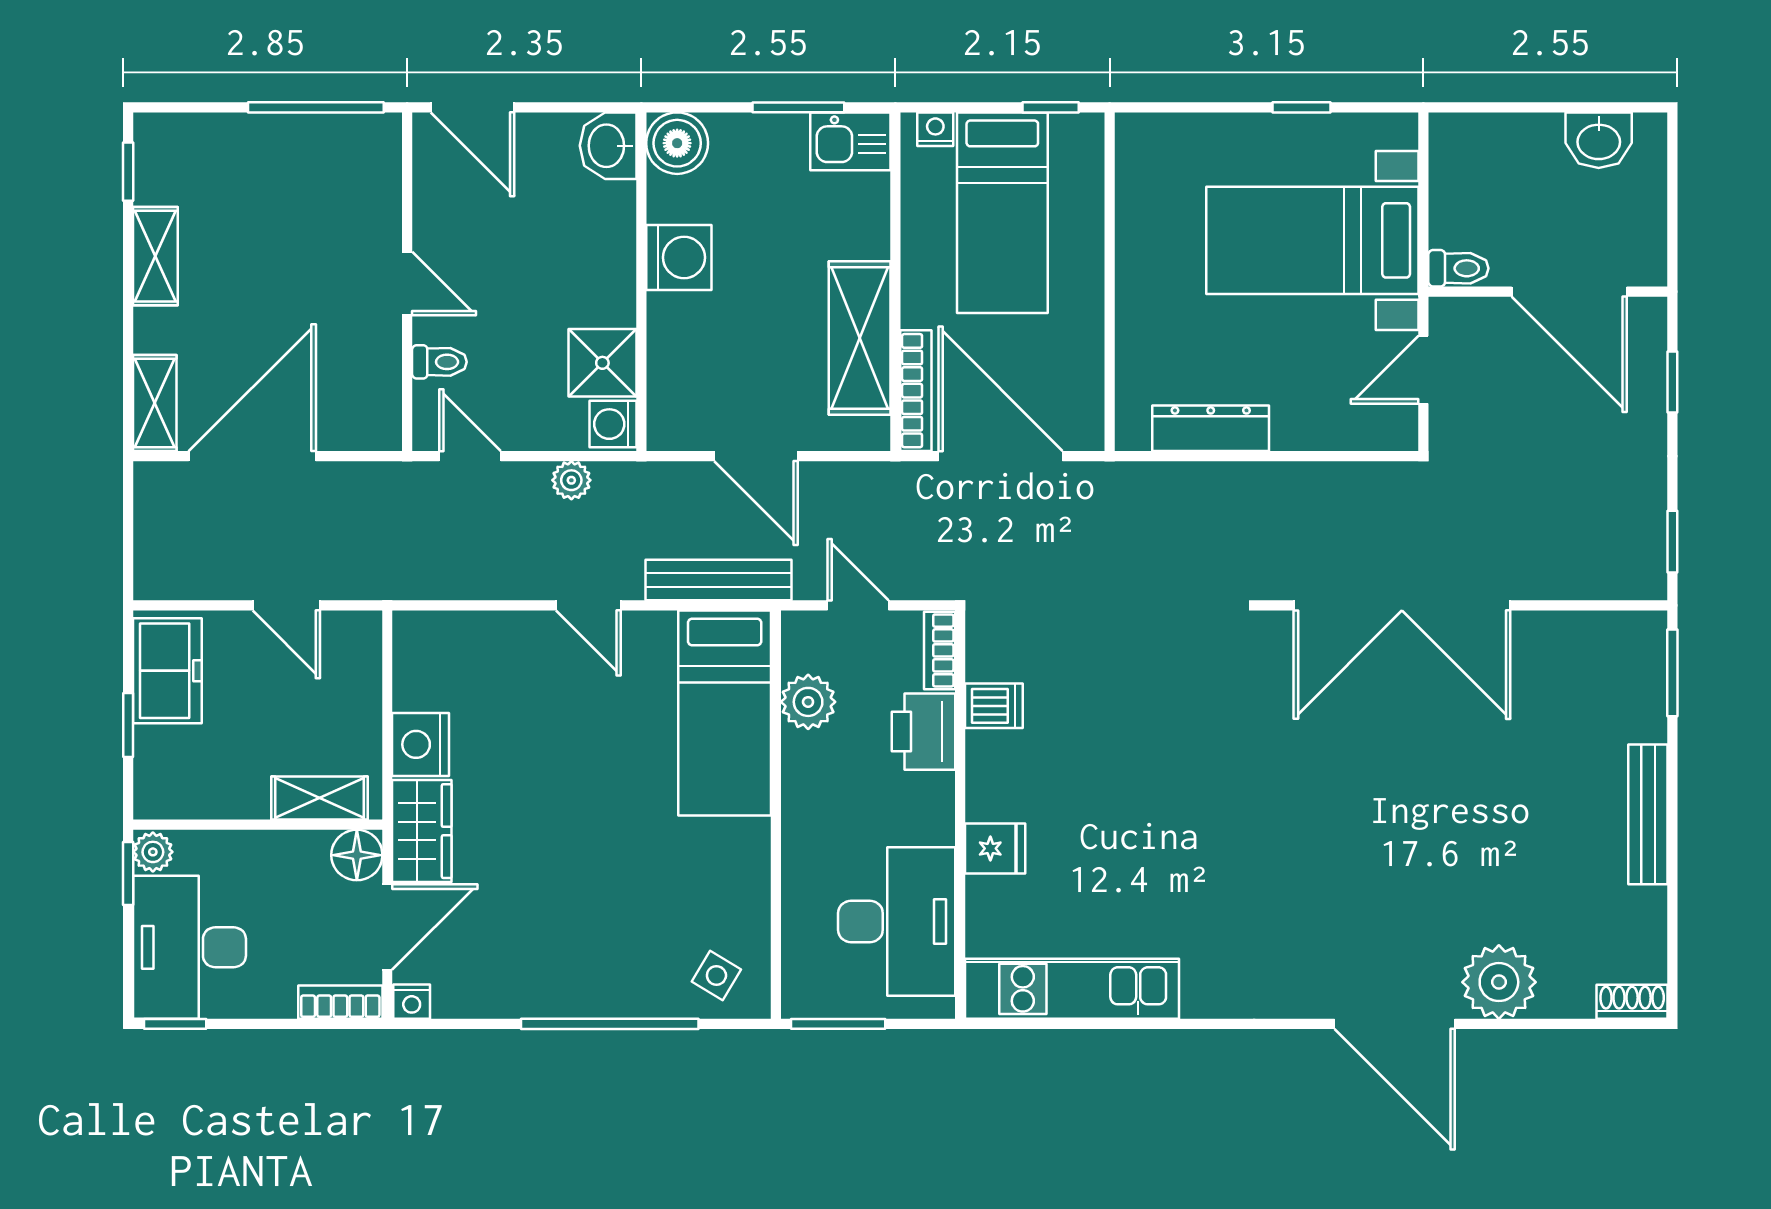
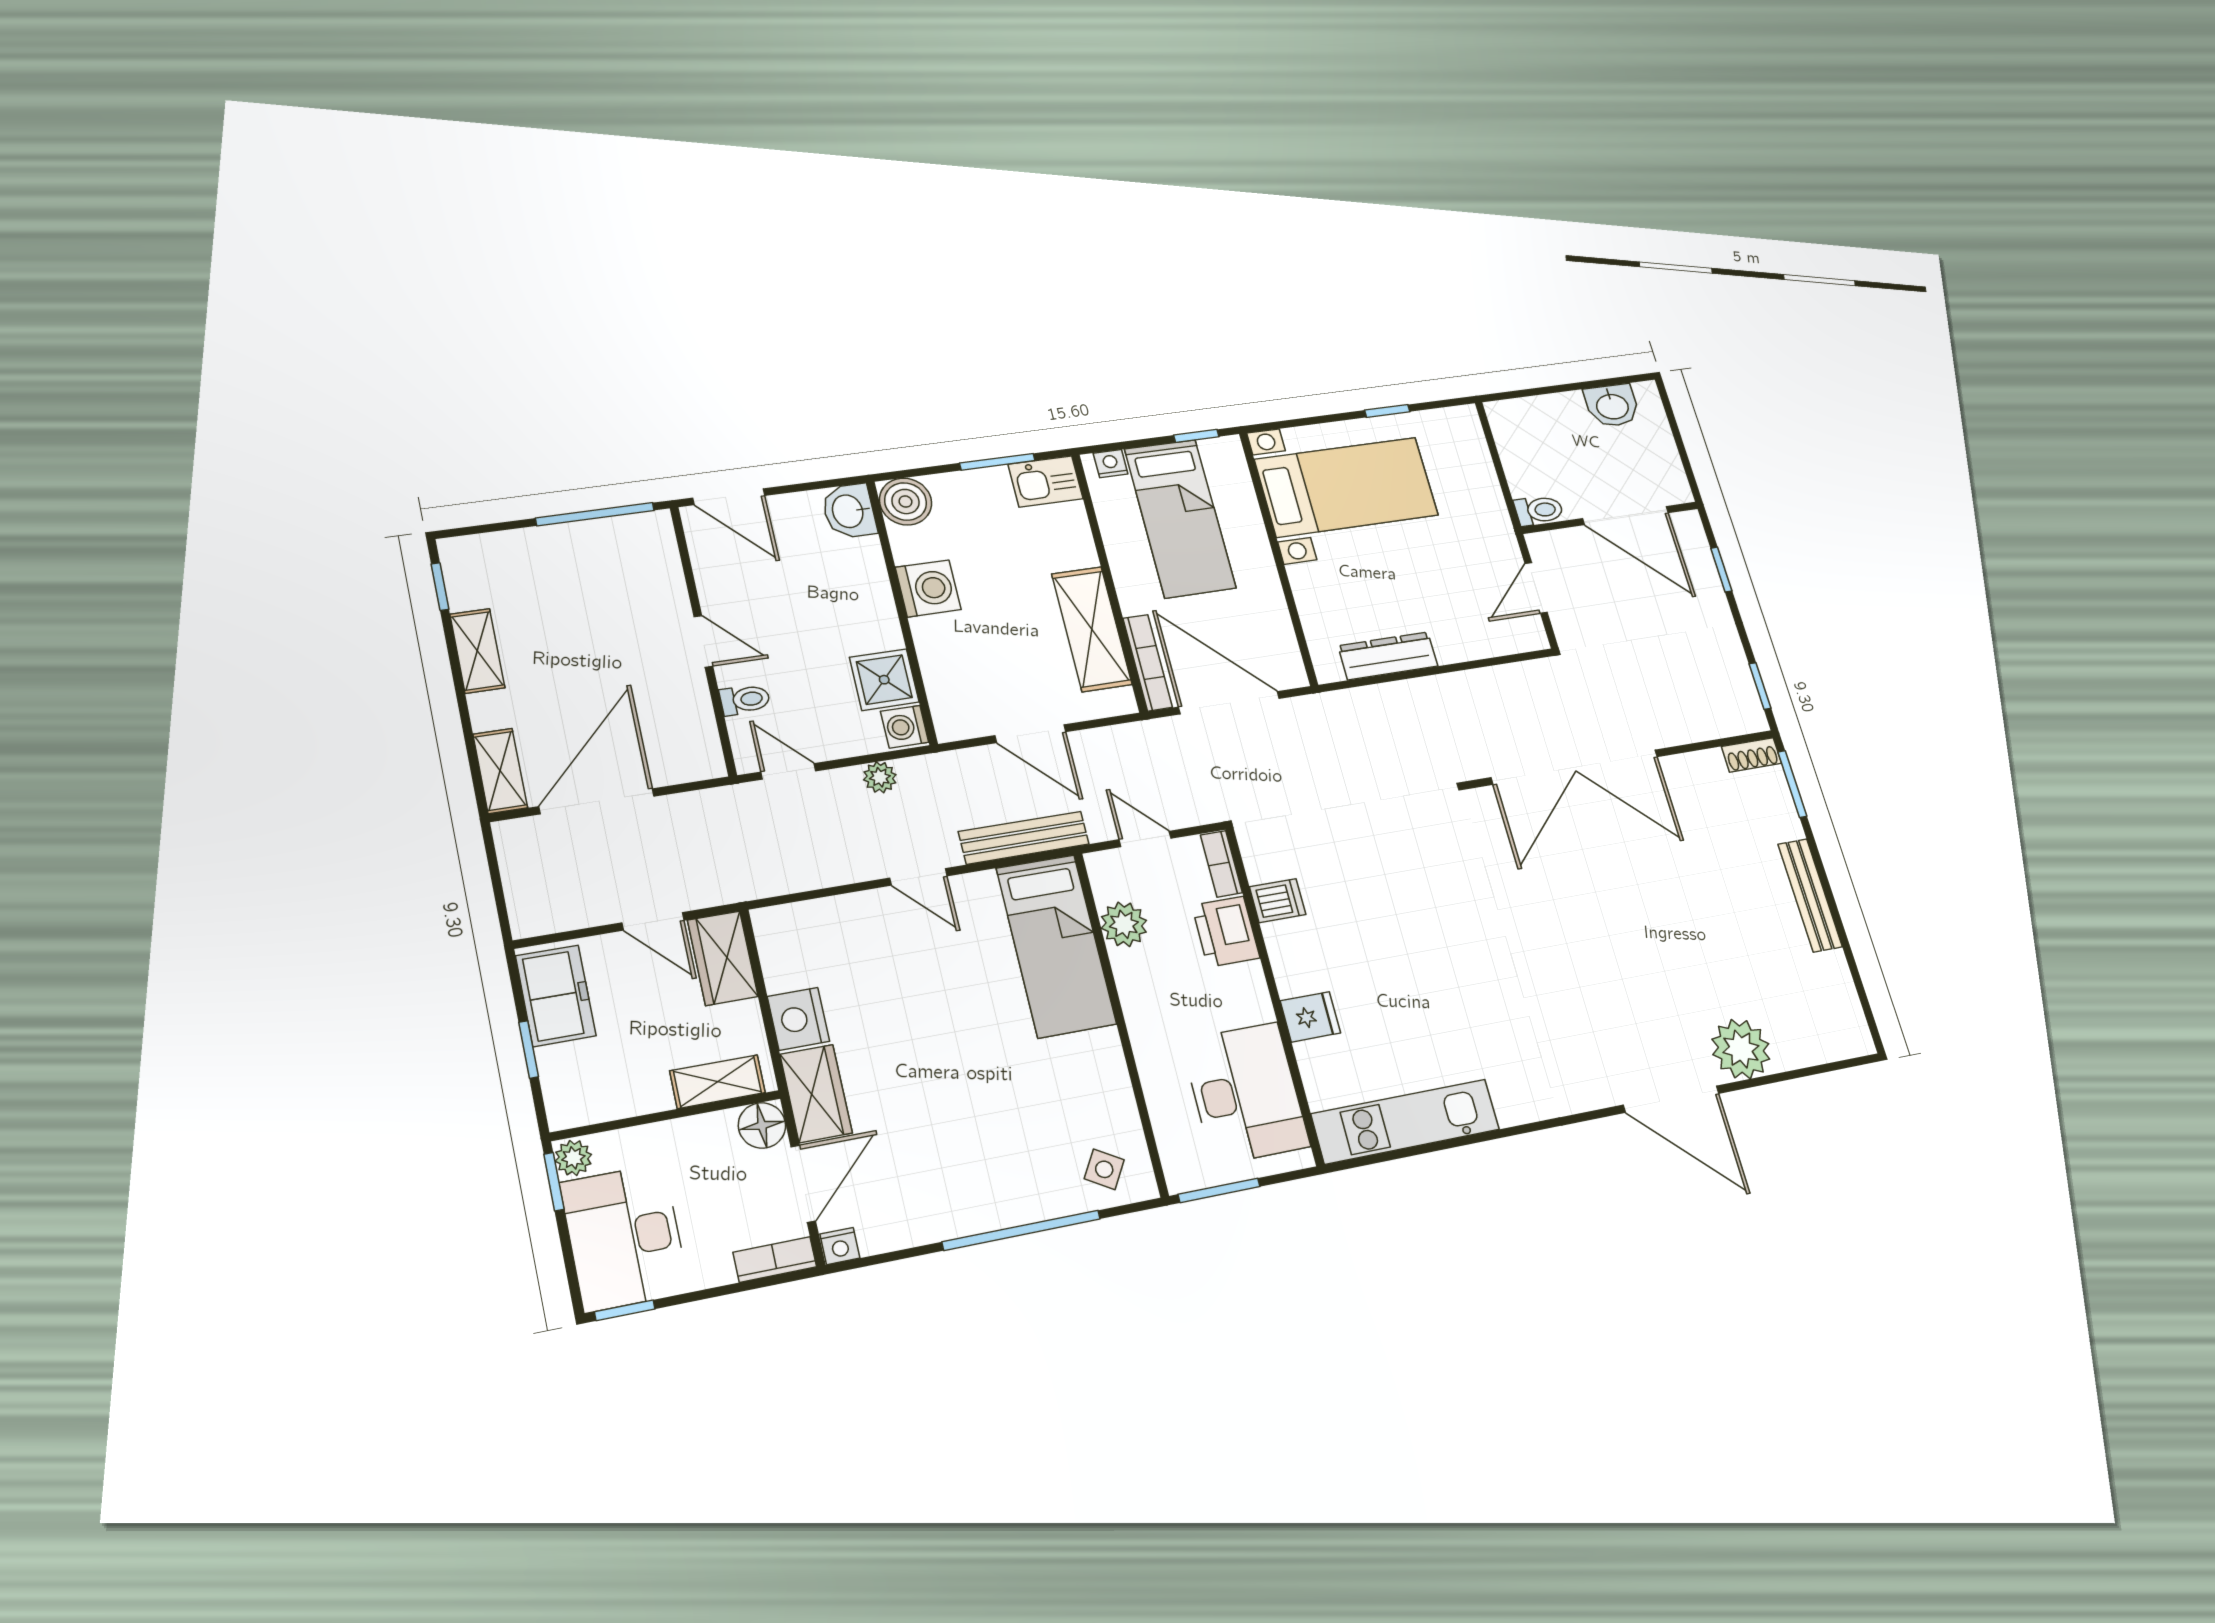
bed with nightstands: (1312, 240) -> (1346, 487), moved, turned 180
wardrobe: (353, 661) -> (723, 958), added
shoe rack: (1632, 1002) -> (1752, 755), moved, turned 180

